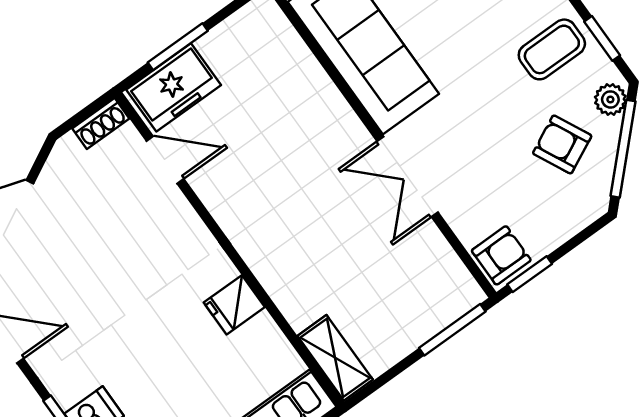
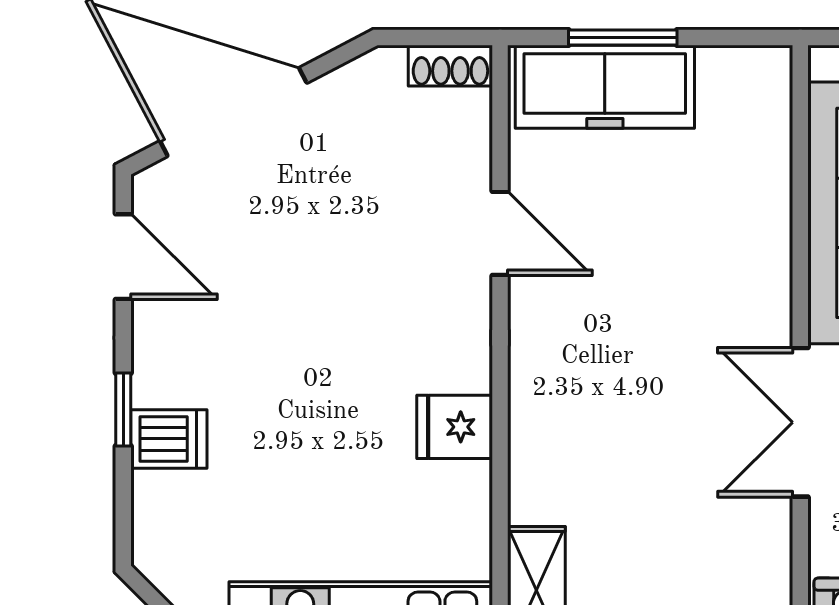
freezer: (174, 87) -> (605, 87), width x1.40
door: (165, 160) -> (500, 233), moved

